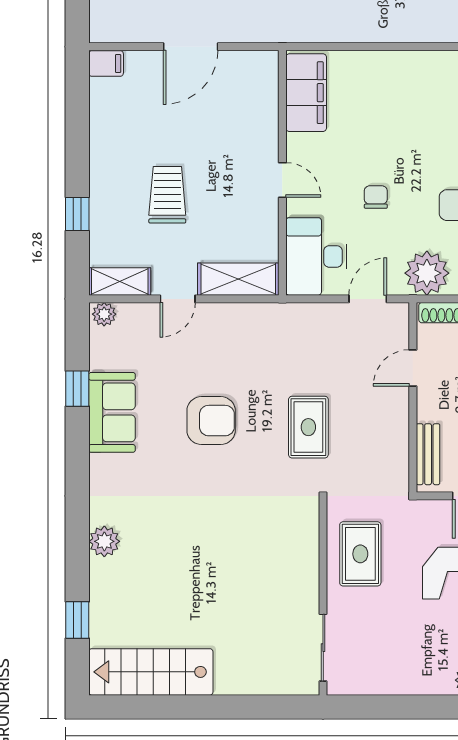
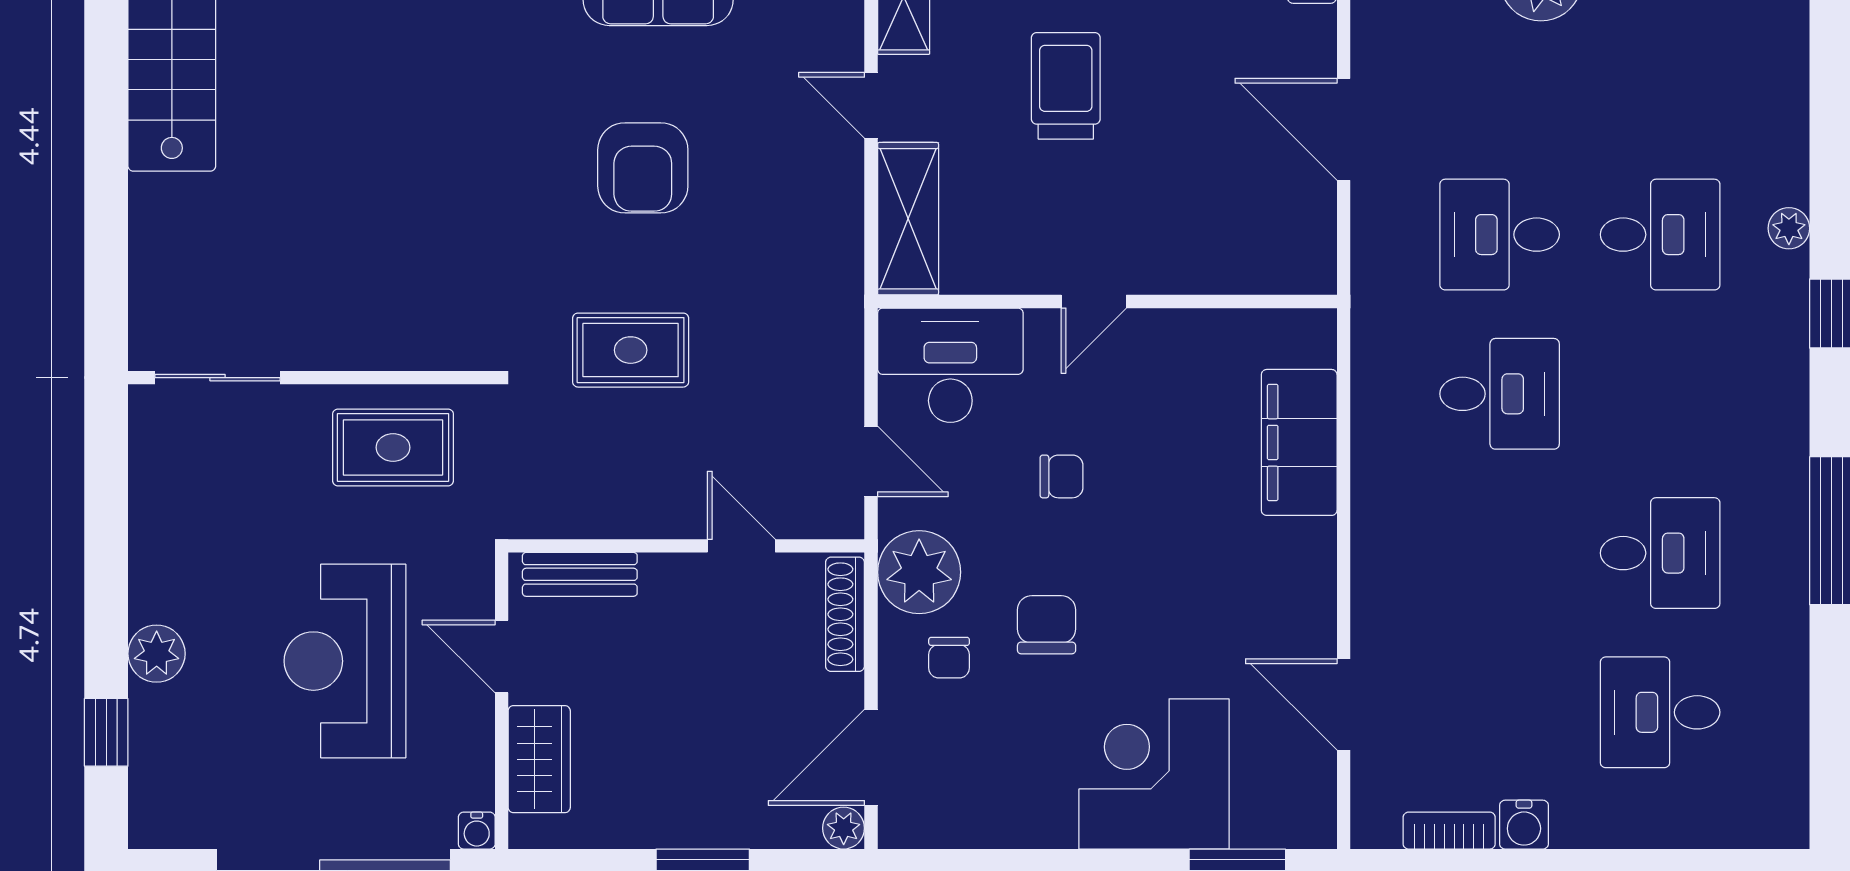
filing cabinet: (306, 93) -> (1299, 442), moved, turned 90
trolley: (167, 195) -> (1066, 86), turned -90

